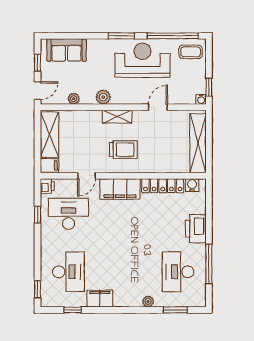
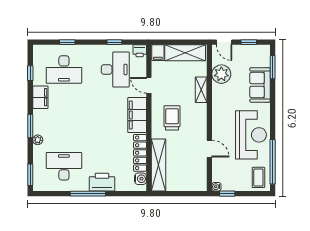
window: (121, 36) -> (273, 67), moved
sofa: (67, 50) -> (260, 85), moved
plant: (103, 97) -> (218, 100), removed
plant: (74, 99) -> (221, 74), width x1.88, depth x1.88
shelving: (117, 117) -> (201, 90), moved
shelving: (198, 143) -> (159, 165), moved, turned 90
trolley: (123, 150) -> (172, 118), turned 180
window: (209, 264) -> (88, 194), moved
window: (38, 289) -> (67, 42), moved
window: (132, 310) -> (30, 126), added
window: (175, 310) -> (30, 175), moved

